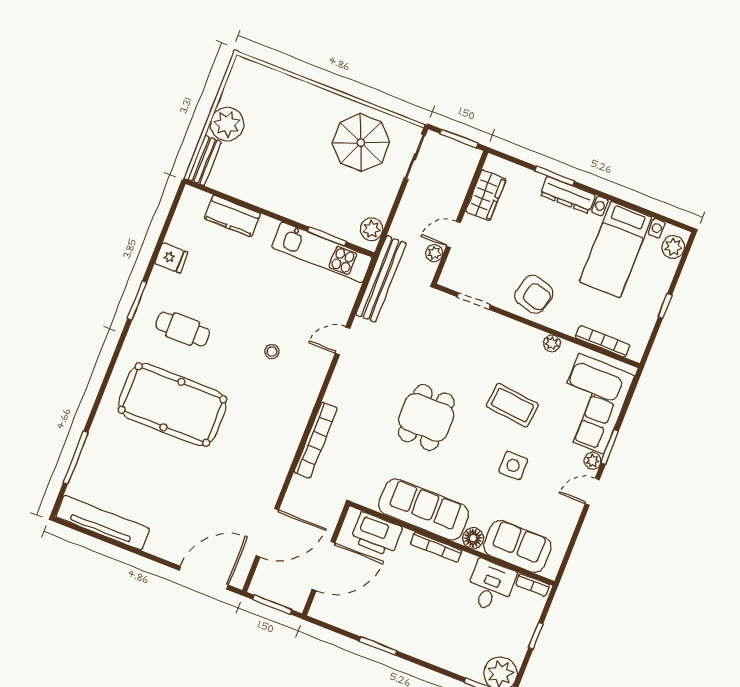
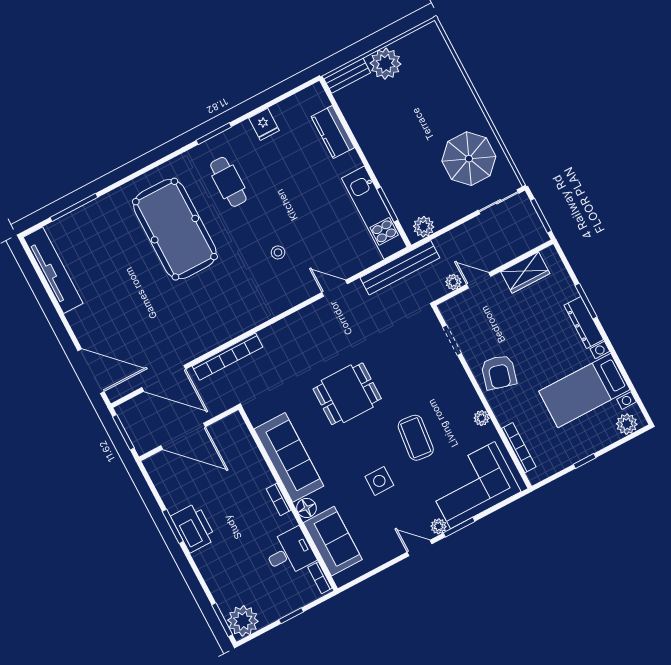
bookcase: (316, 440) -> (227, 357), moved
printer: (376, 534) -> (193, 528), moved, turned 180
bookcase: (436, 547) -> (279, 499), width x0.64

